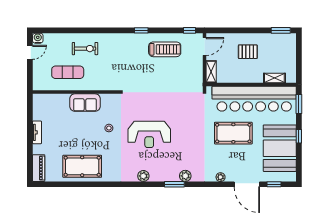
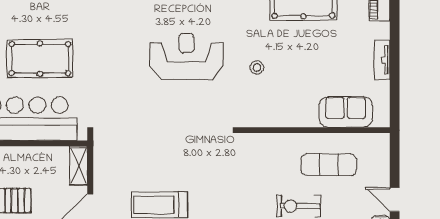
door: (30, 52) -> (395, 200), hinge flipped
sofa: (85, 103) -> (346, 112), moved

